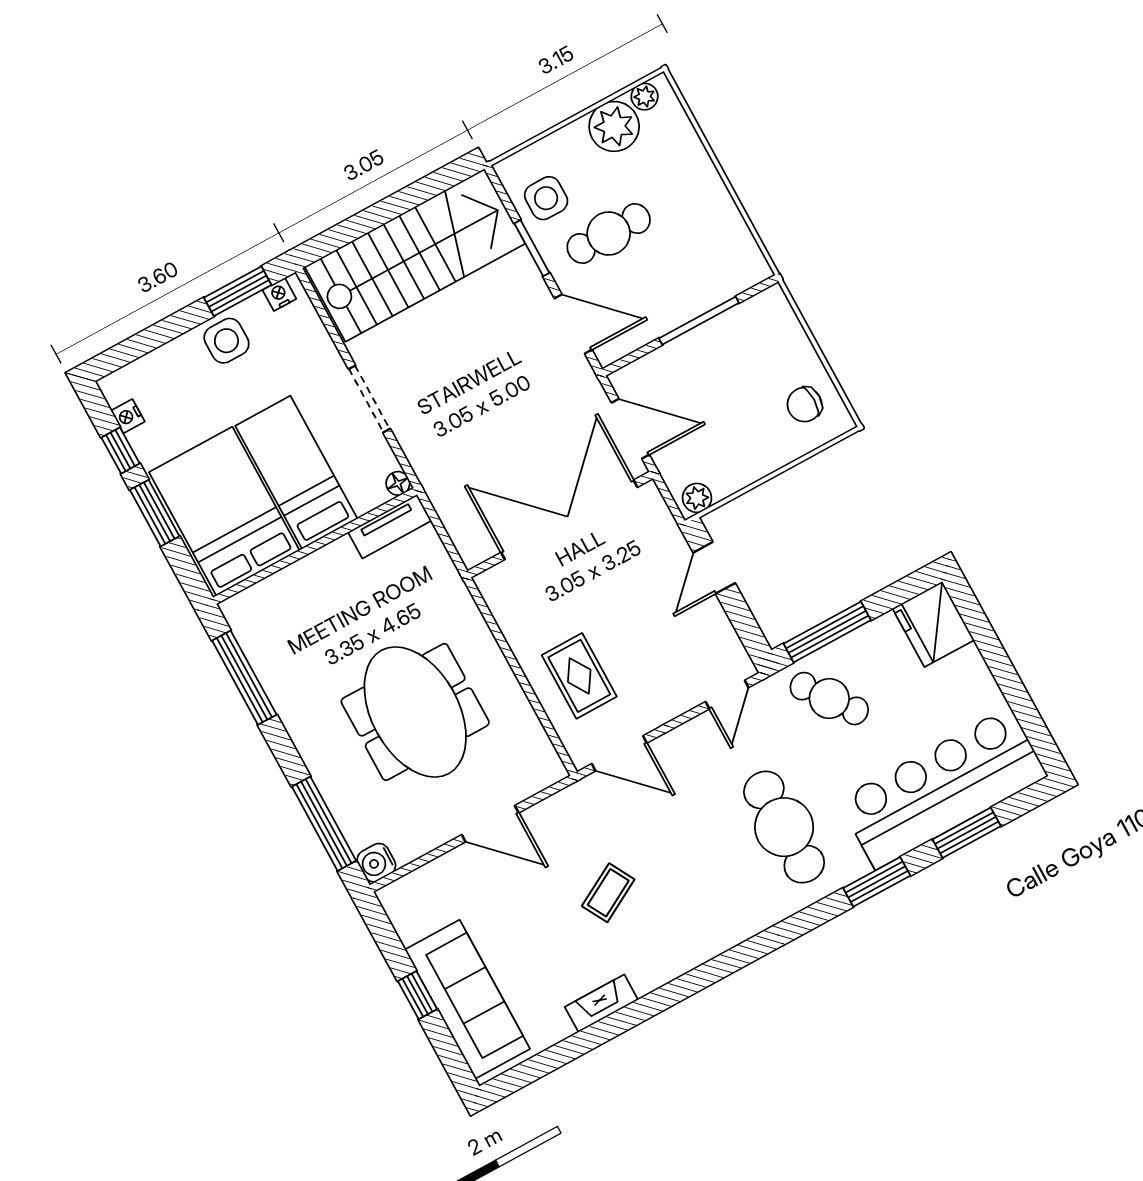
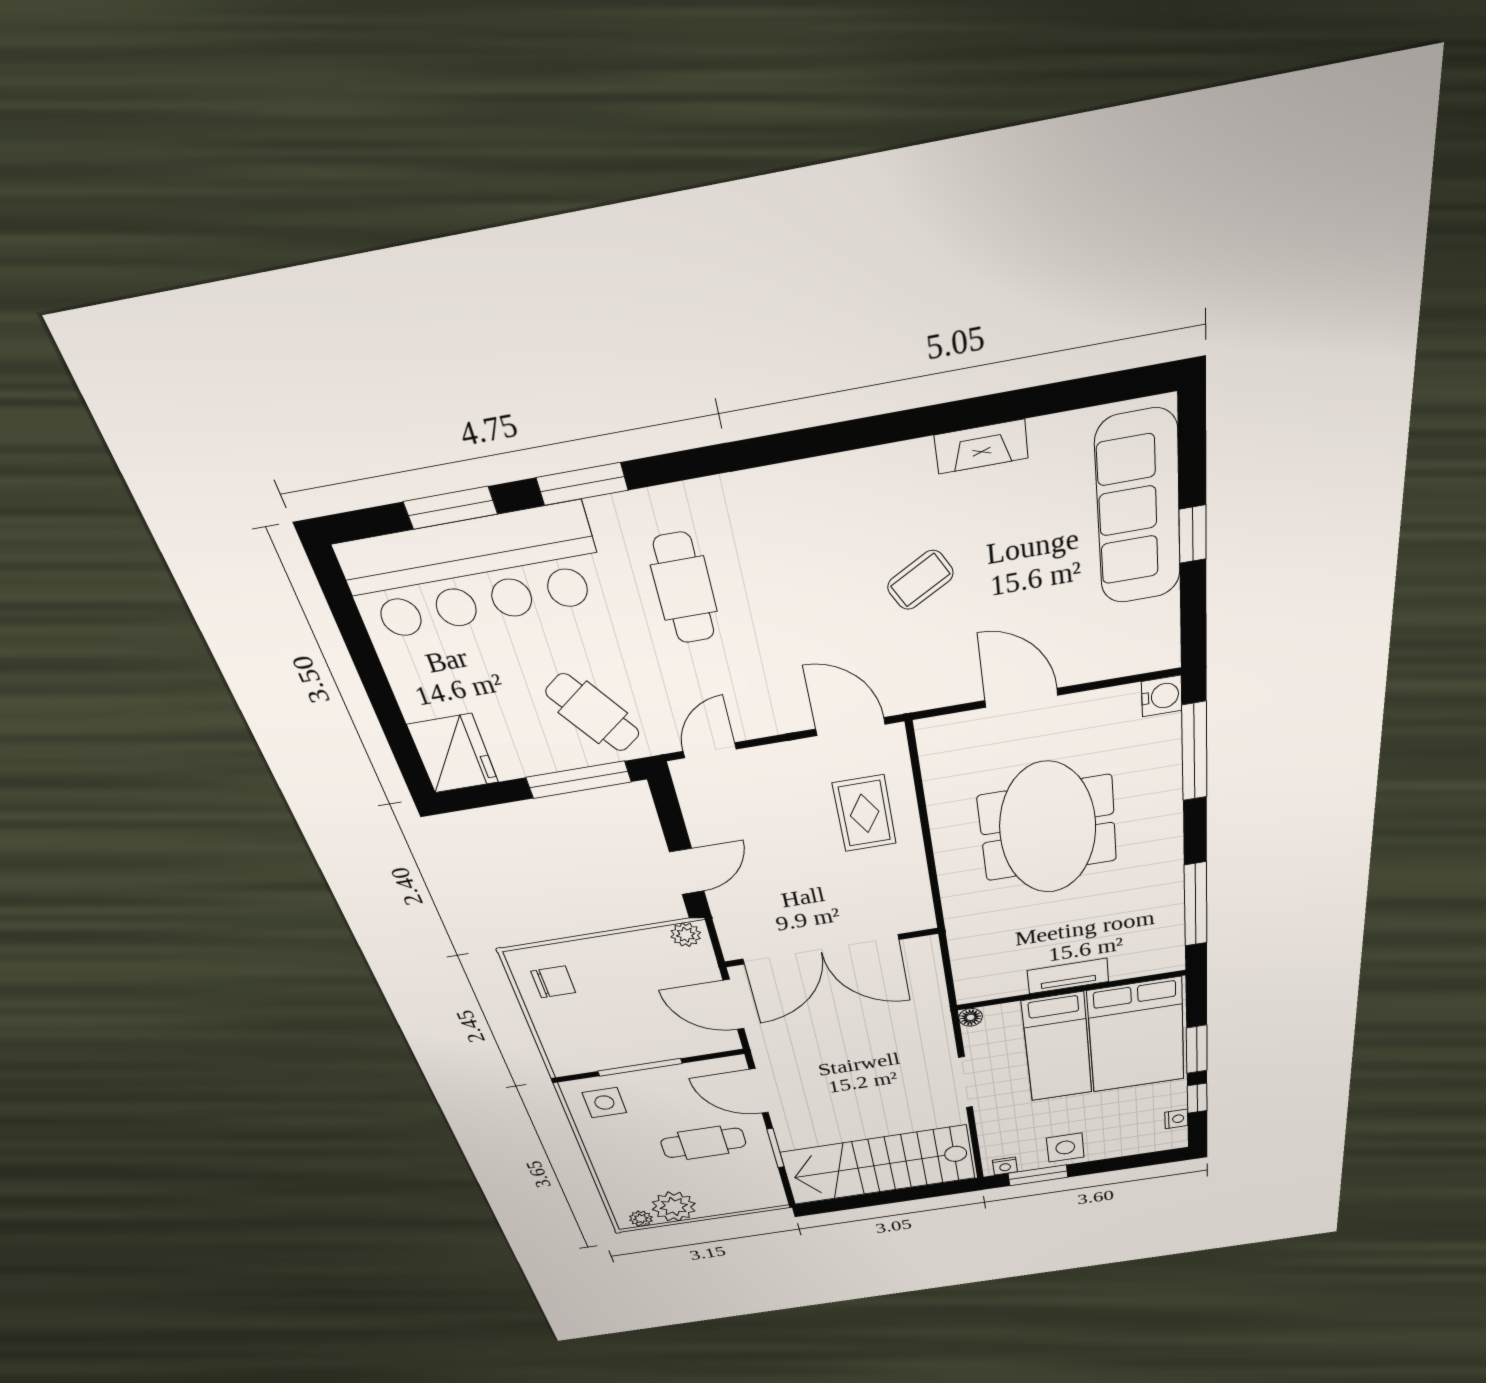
side table: (546, 198) -> (604, 1103), moved
tv unit: (390, 526) -> (1068, 976), moved
cafe table: (784, 827) -> (684, 588), width x0.73, depth x0.74

